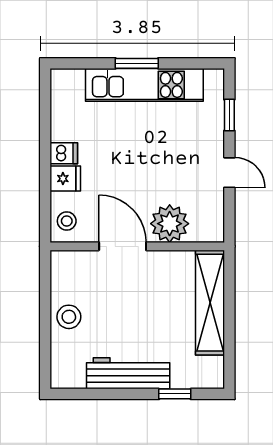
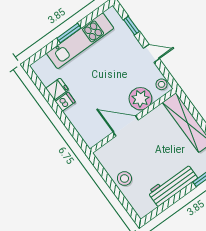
fridge: (65, 179) -> (57, 89), moved
stool: (67, 221) -> (161, 84), moved

